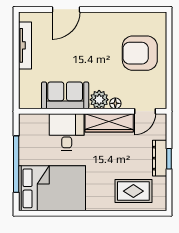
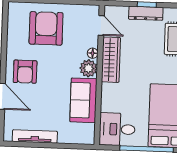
armchair: (93, 33) -> (25, 72), added
armchair: (140, 53) -> (46, 28), turned 180
desk: (67, 132) -> (117, 129), moved

